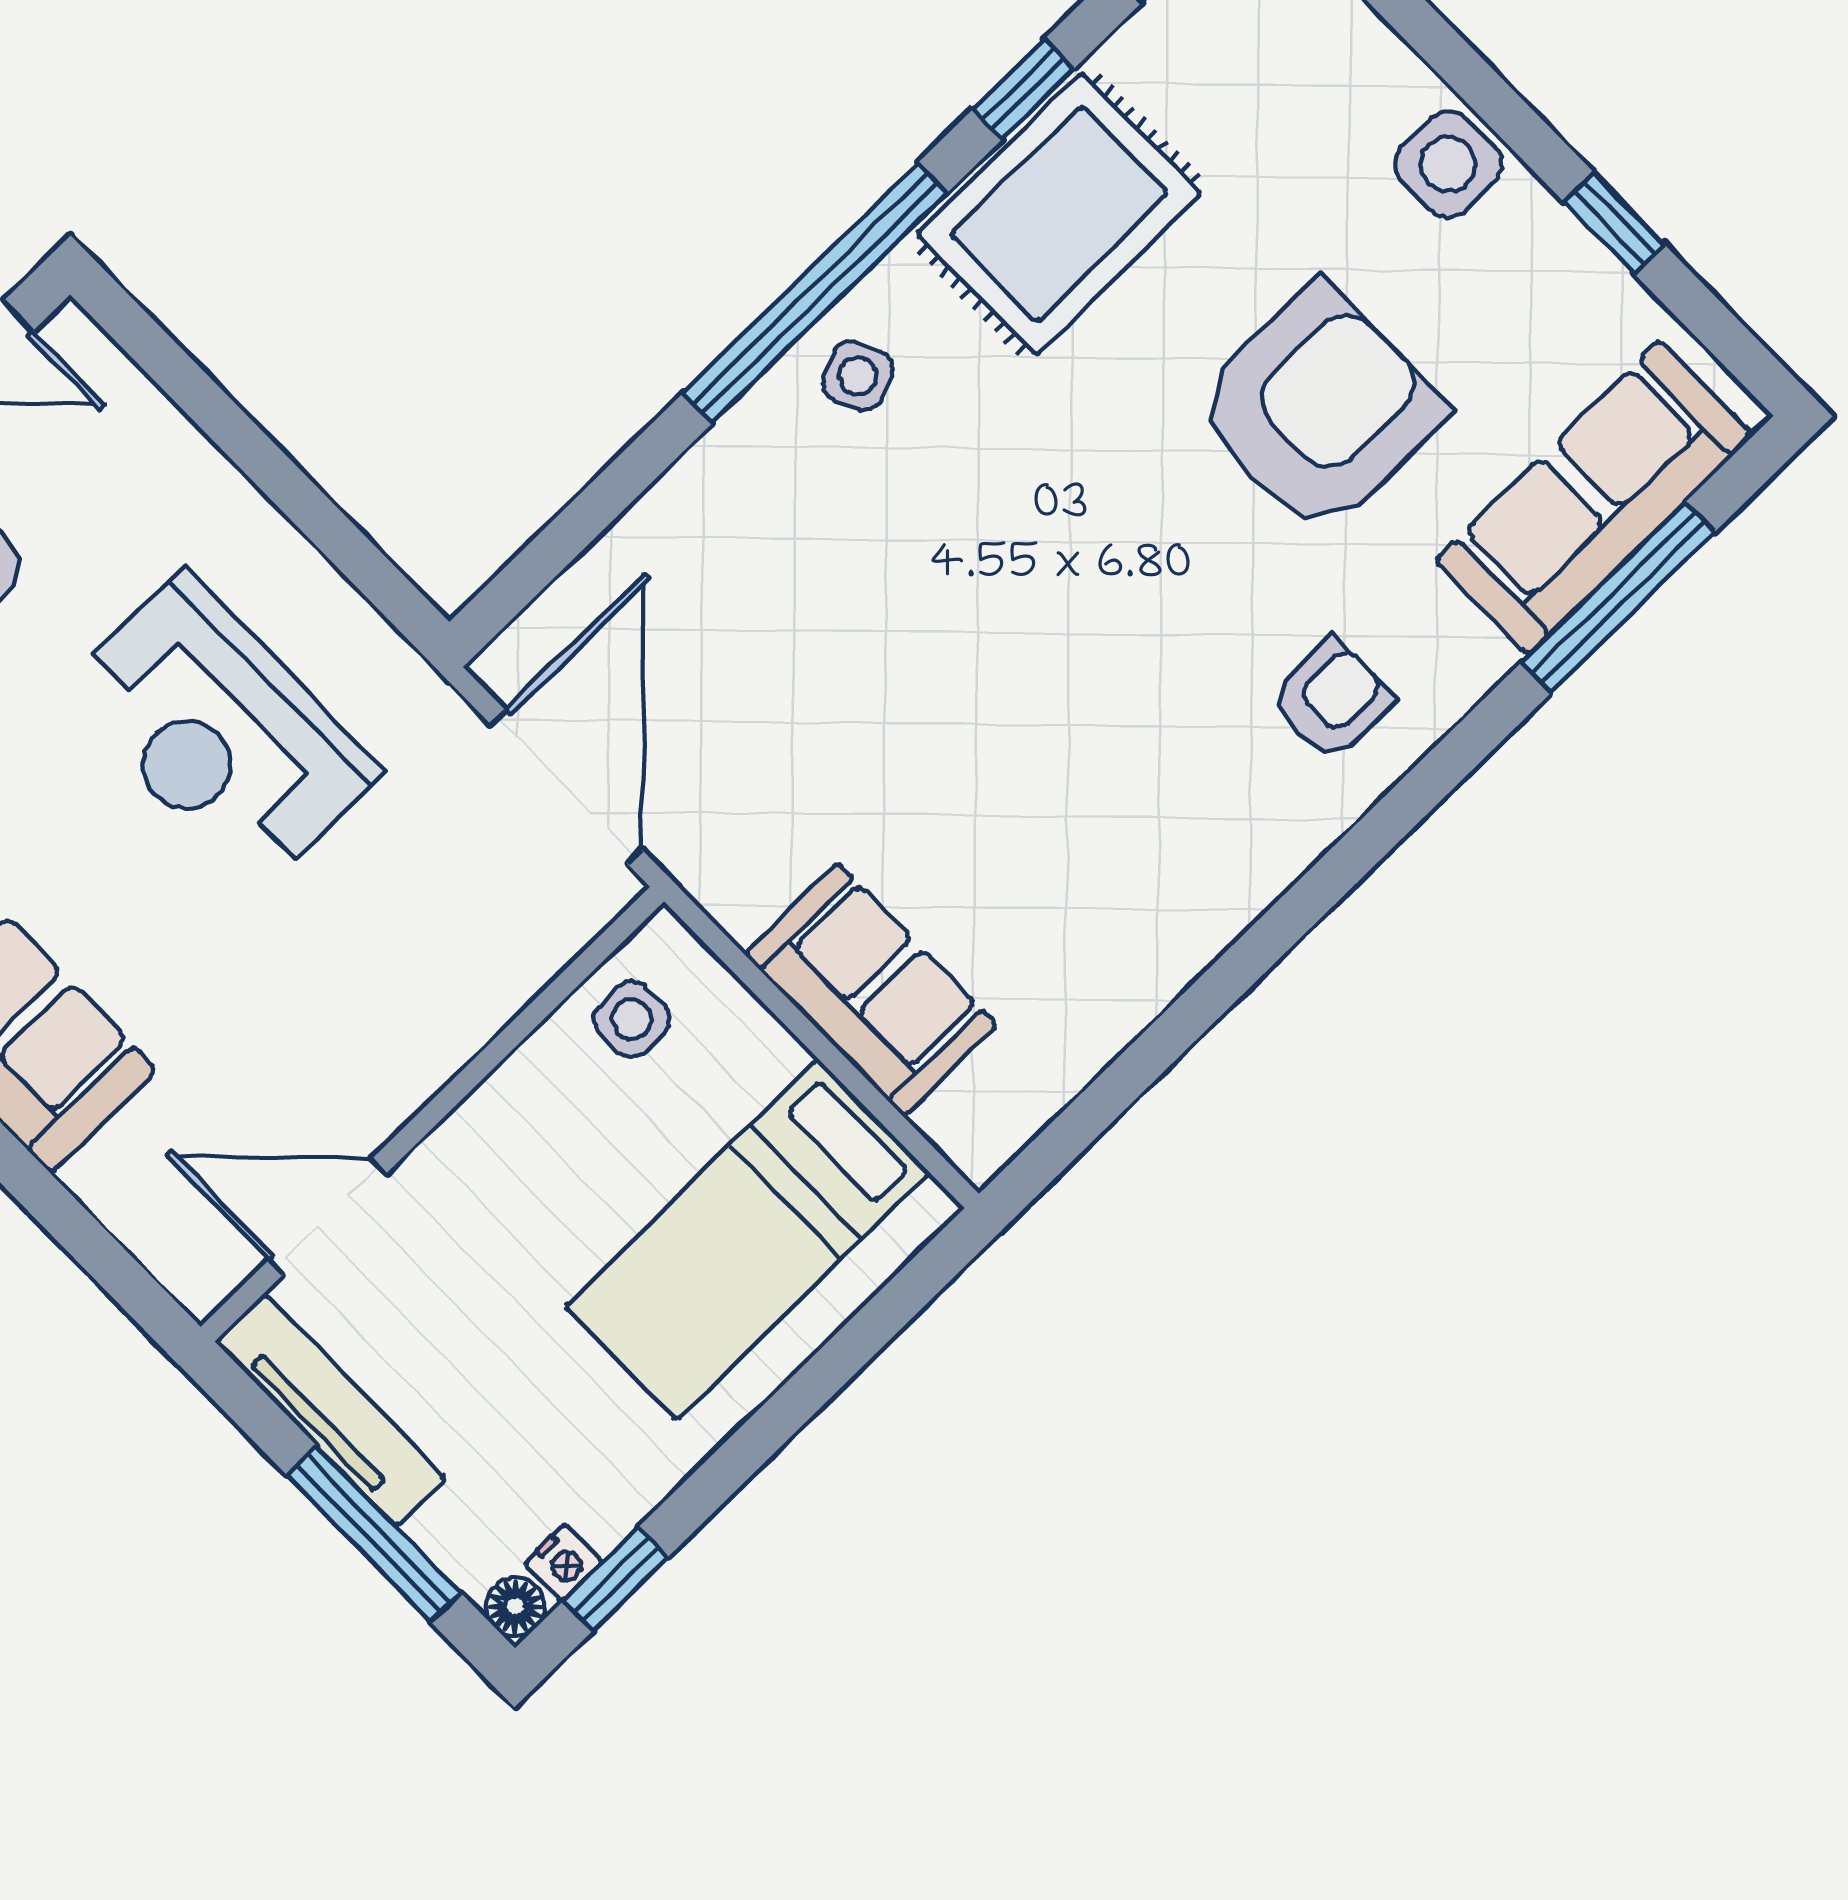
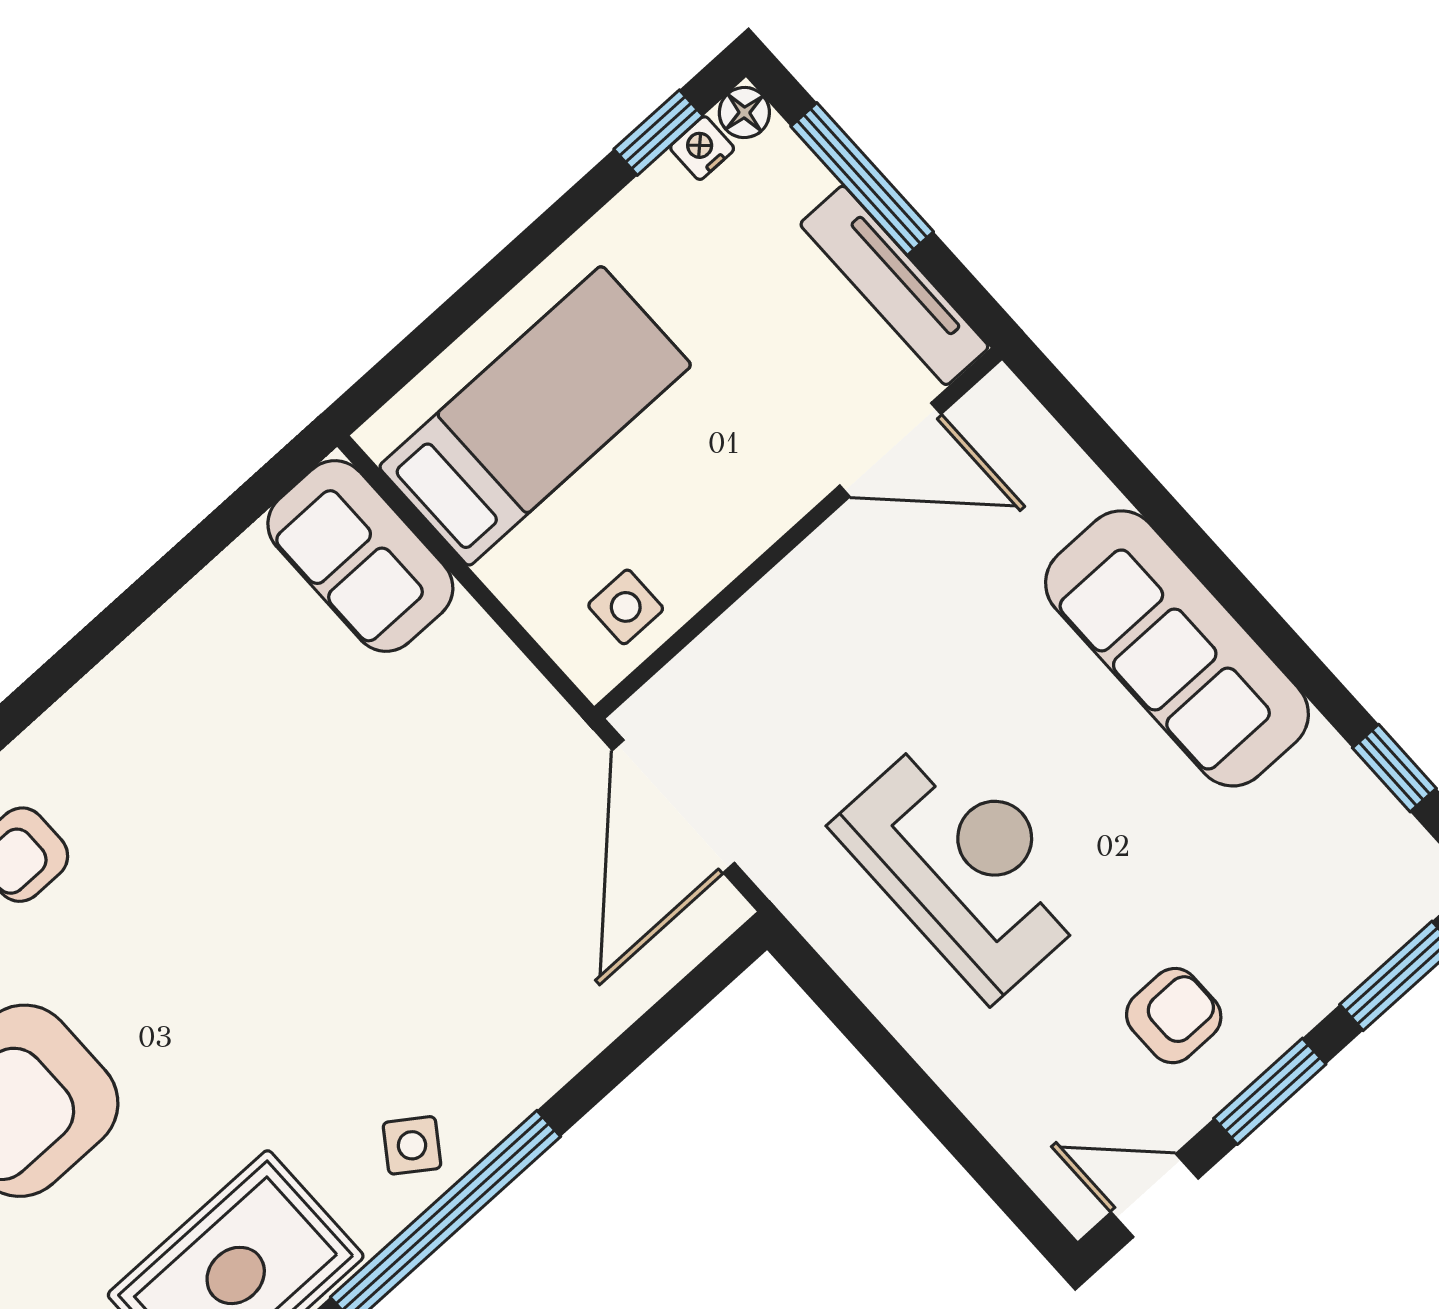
side table: (858, 376) -> (412, 1145), turned -30
sofa: (871, 989) -> (360, 556), moved

